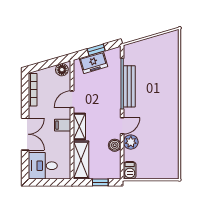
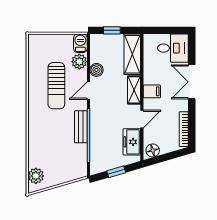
plant: (171, 46) -> (36, 176), added
freezer: (93, 62) -> (132, 142), moved, turned -74
bench: (129, 86) -> (81, 127), width x0.73
sun lounger: (152, 130) -> (56, 86), added
plant: (131, 142) -> (79, 62), moved

